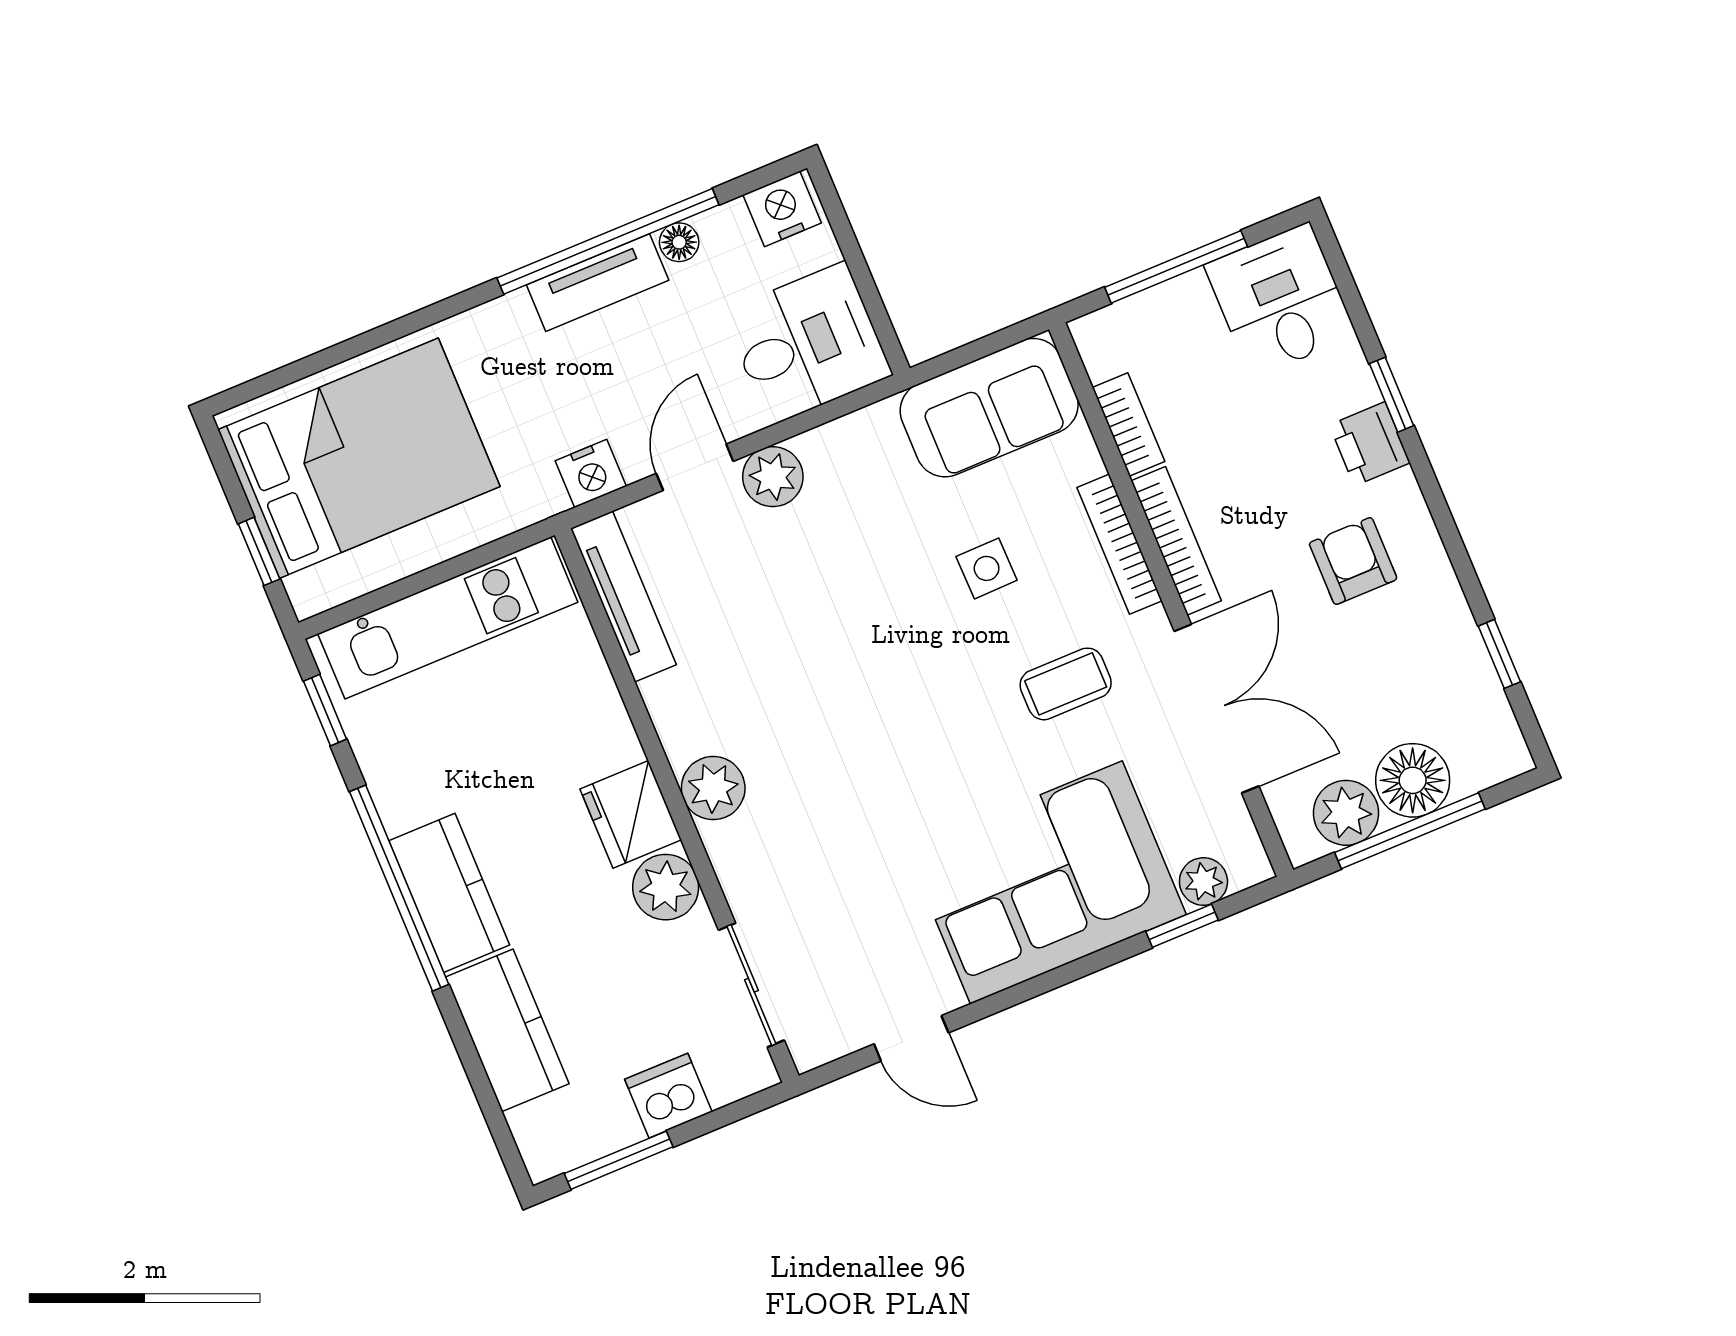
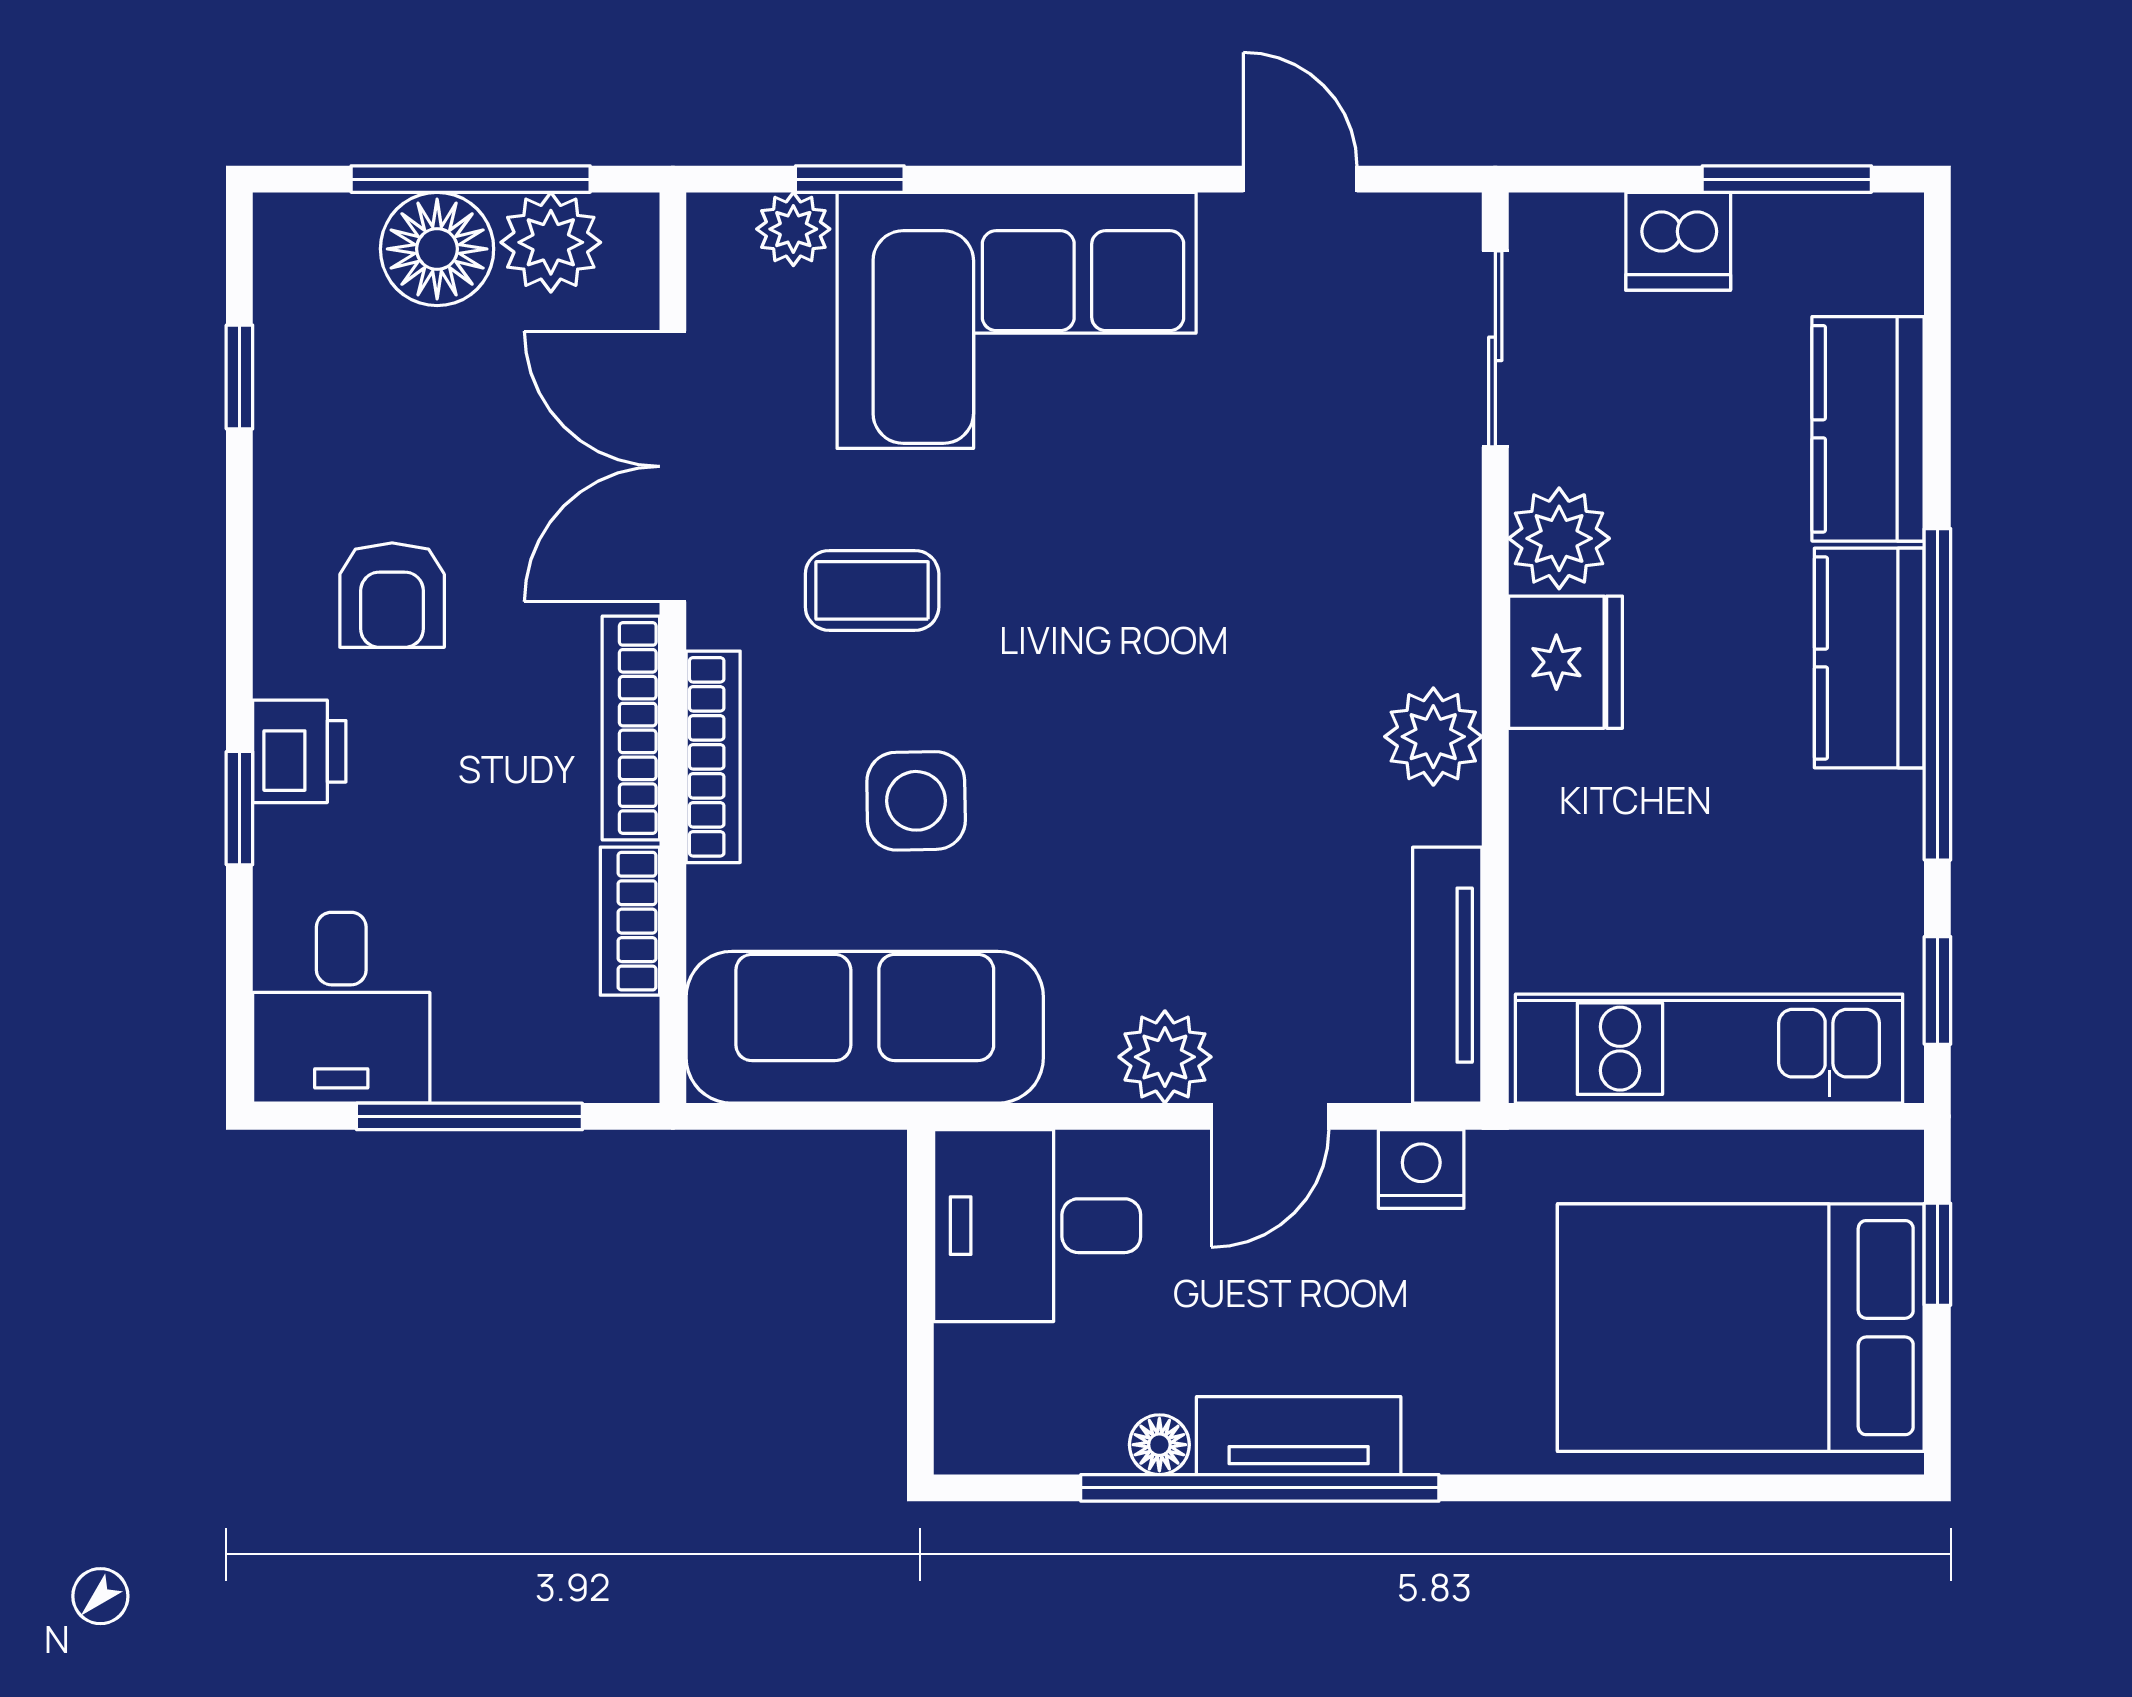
nightstand: (782, 209) -> (994, 1431), removed
sofa: (989, 408) -> (865, 1027), width x1.36
side table: (987, 568) -> (916, 801), width x1.37, depth x1.37
plant: (713, 788) -> (1433, 737), moved

